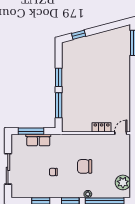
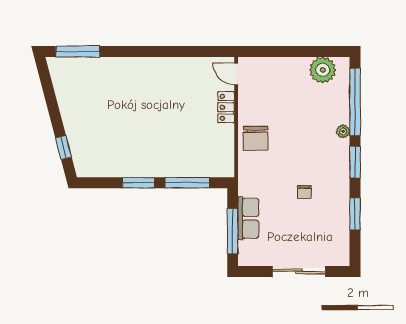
chair: (85, 166) -> (256, 138), moved

